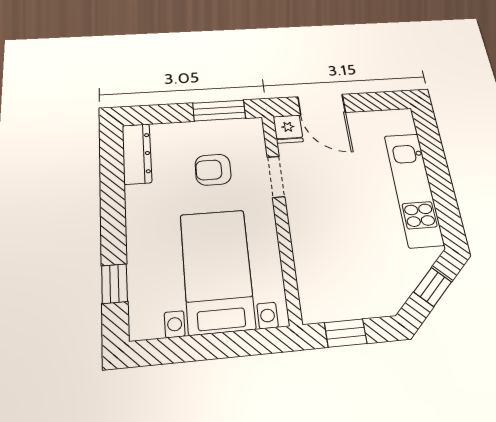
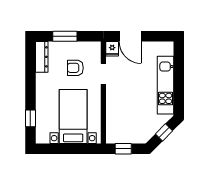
window: (219, 111) -> (65, 36), moved

